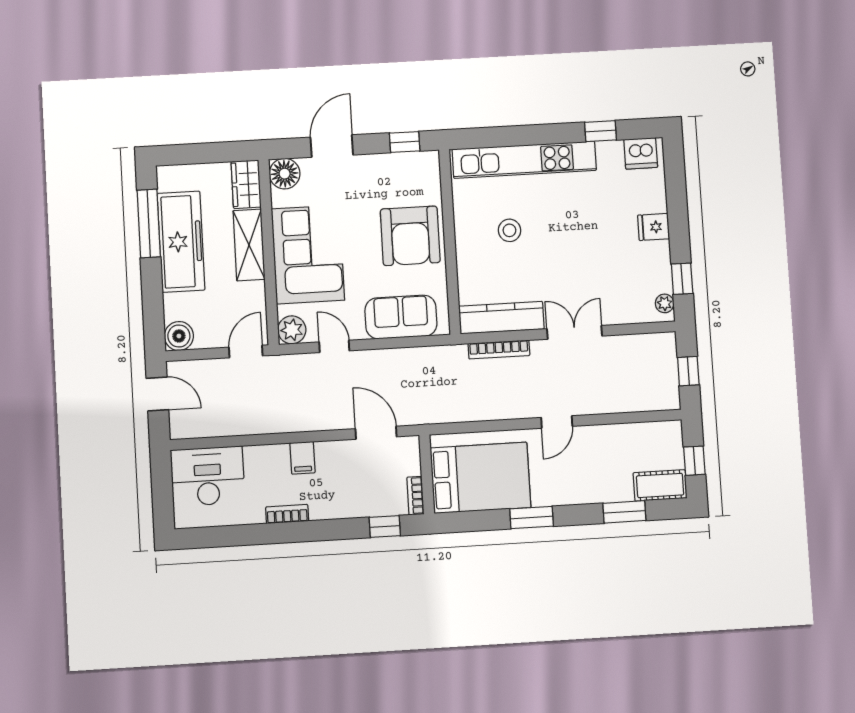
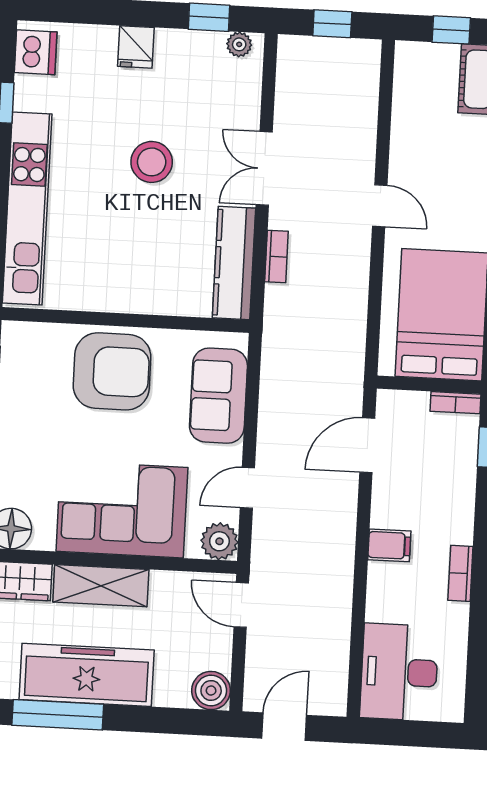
stool: (509, 230) -> (152, 162), moved, width x1.38, depth x1.38
bookcase: (499, 349) -> (276, 257), width x0.64

